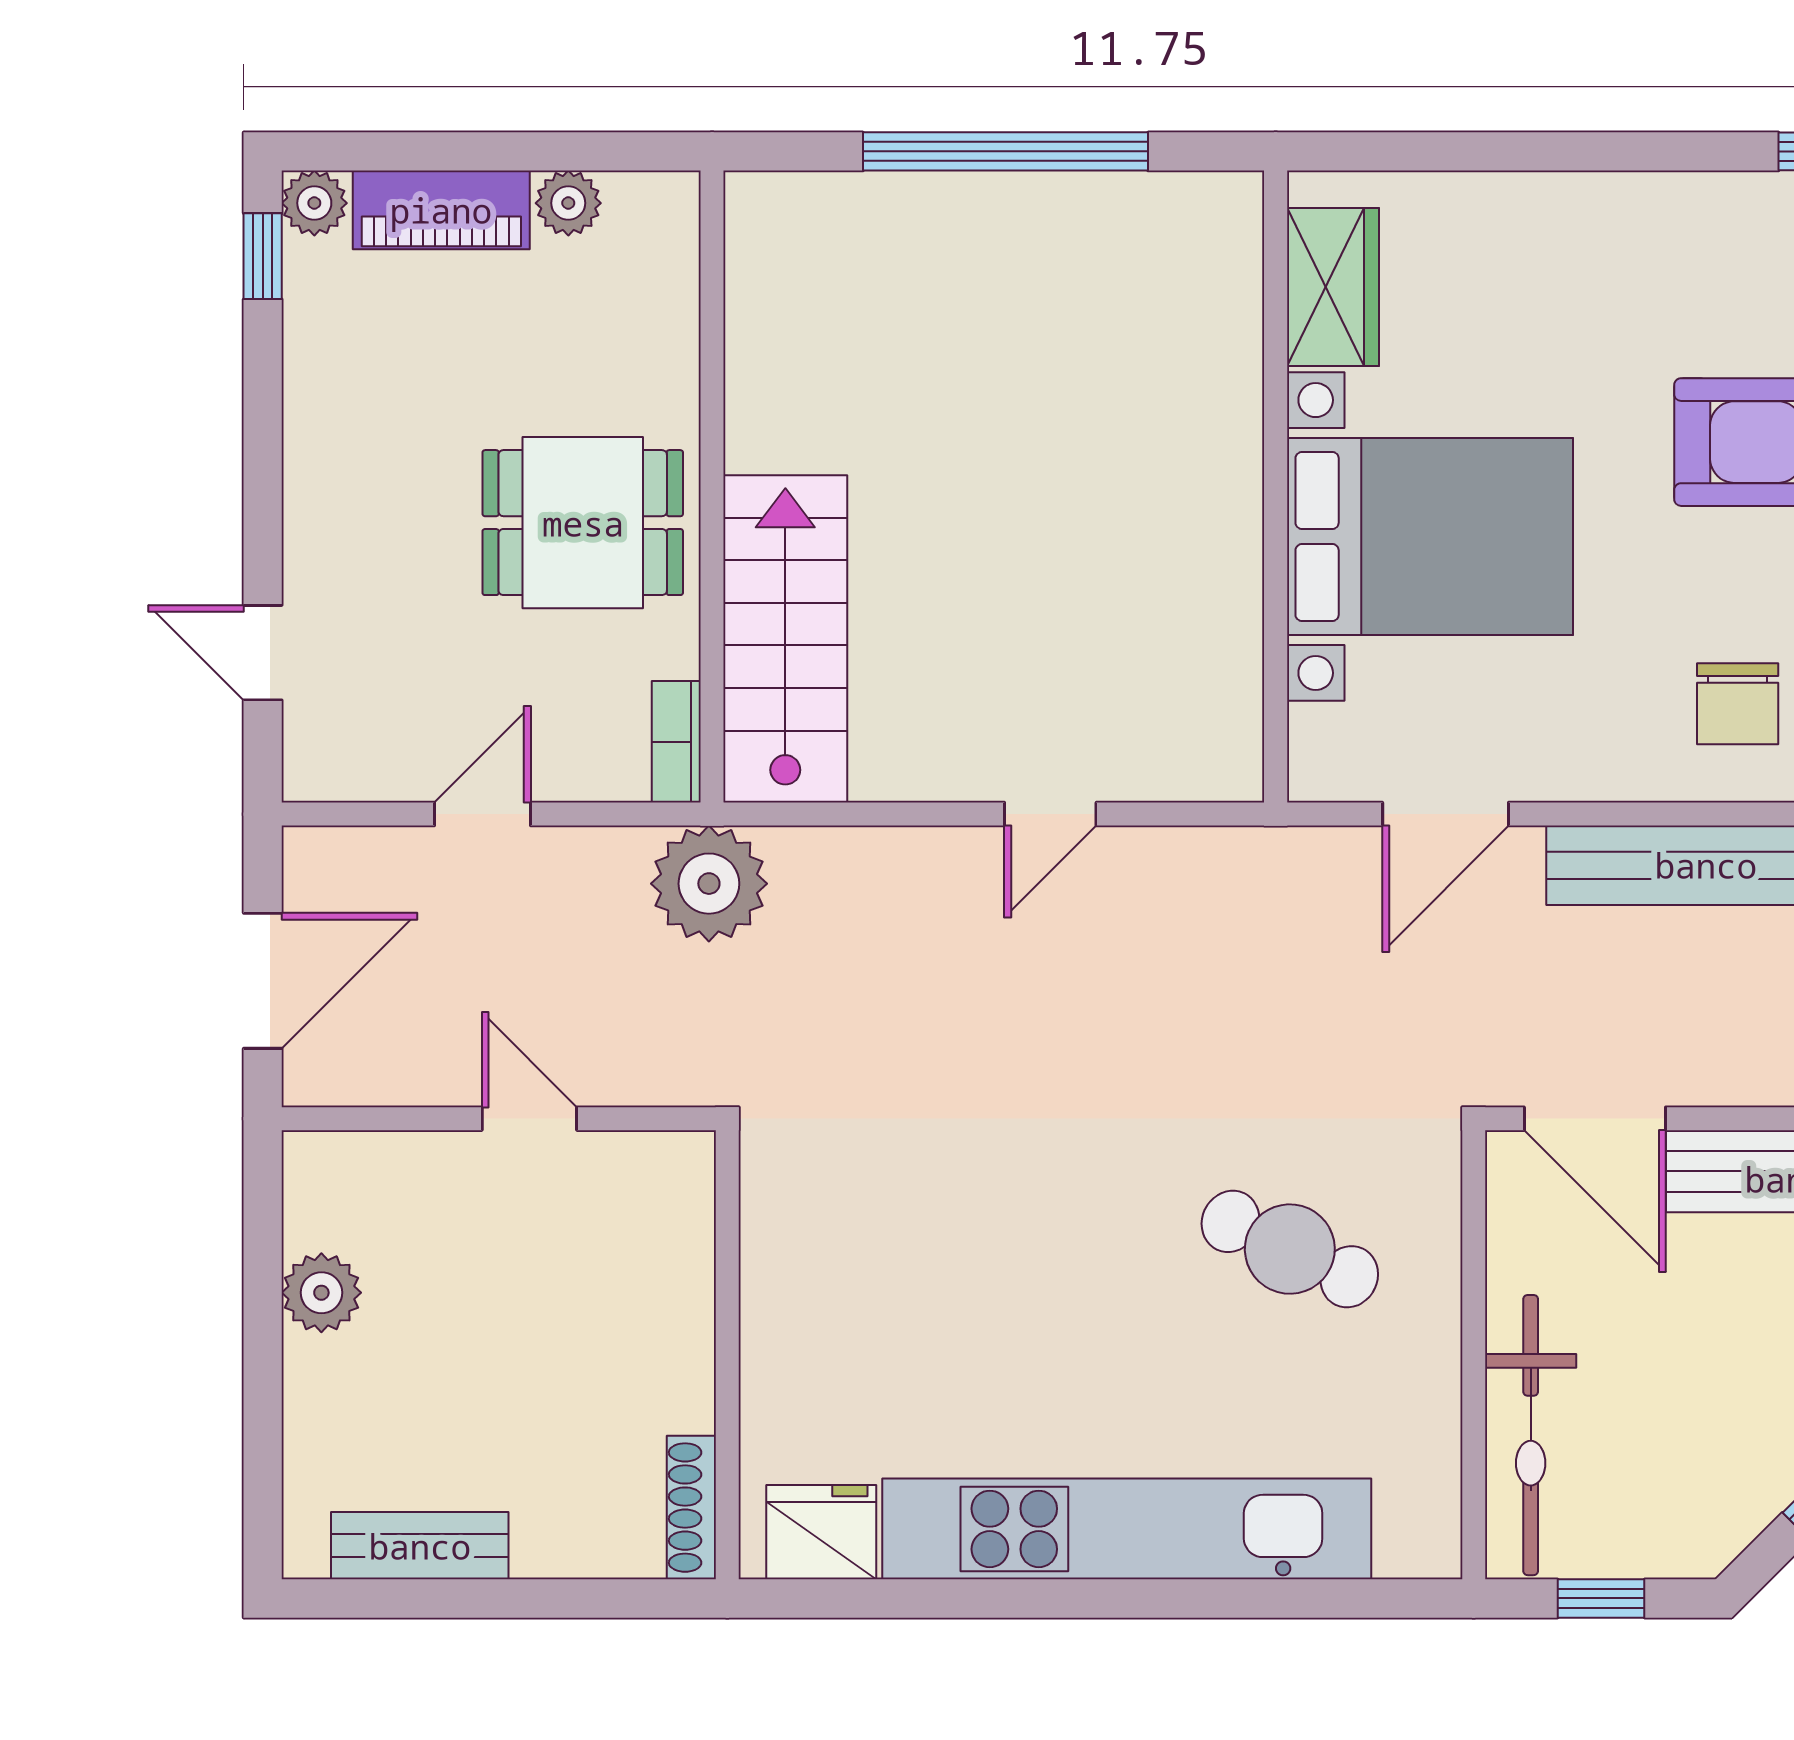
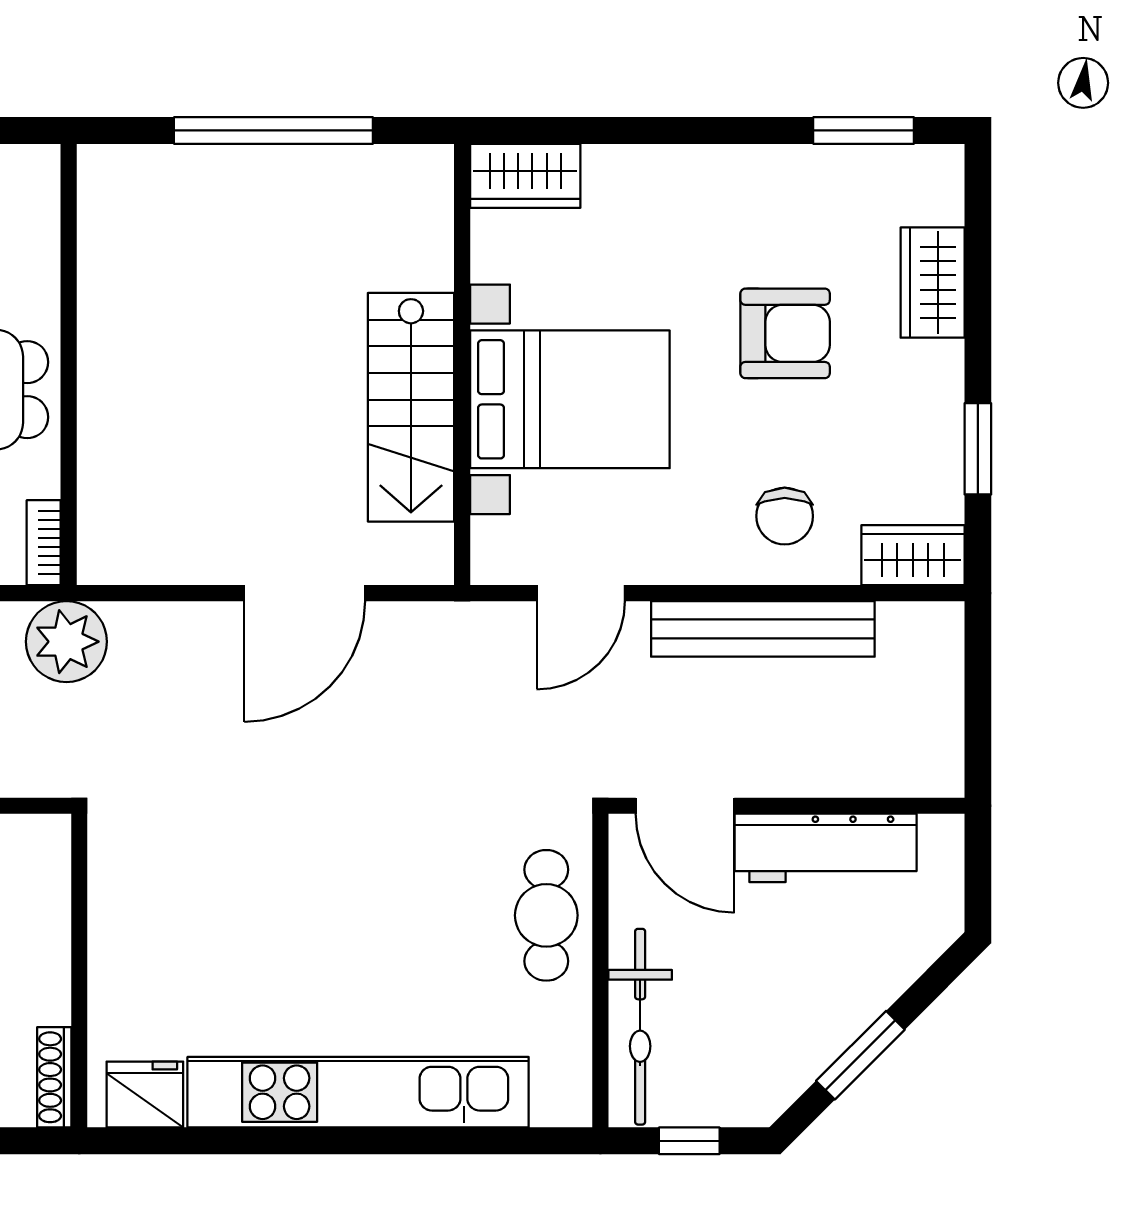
wardrobe: (1333, 287) -> (525, 176), moved, turned 90
stairs: (785, 639) -> (411, 407), moved, turned 180
door: (1050, 814) -> (305, 593), width x1.87
cafe table: (1290, 1249) -> (546, 915), moved, turned 65

